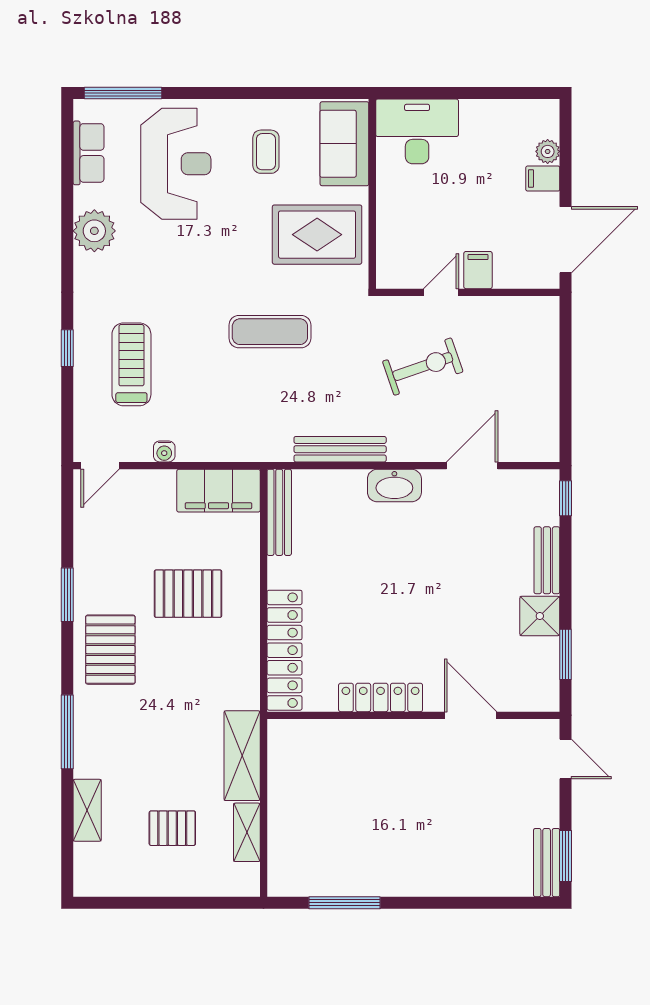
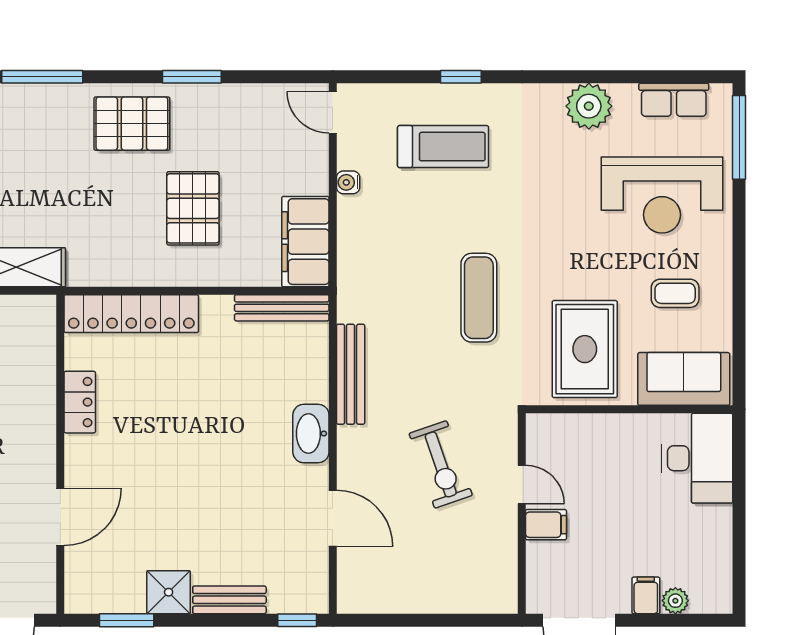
locker: (381, 697) -> (80, 402), width x0.66

